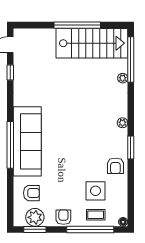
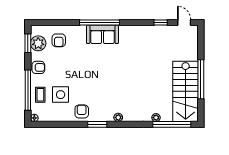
sofa: (27, 141) -> (102, 34), width x0.54, depth x0.79
armchair: (115, 166) -> (82, 111), turned 90

